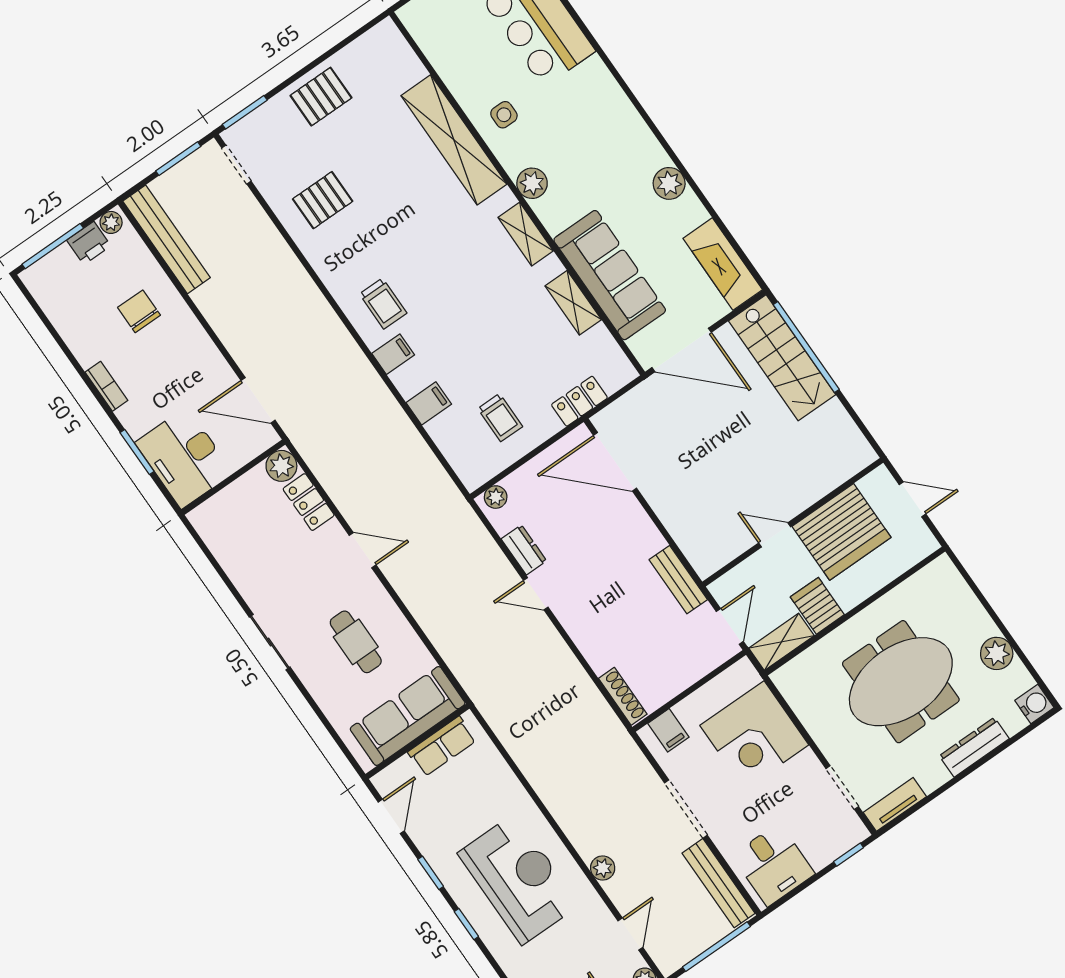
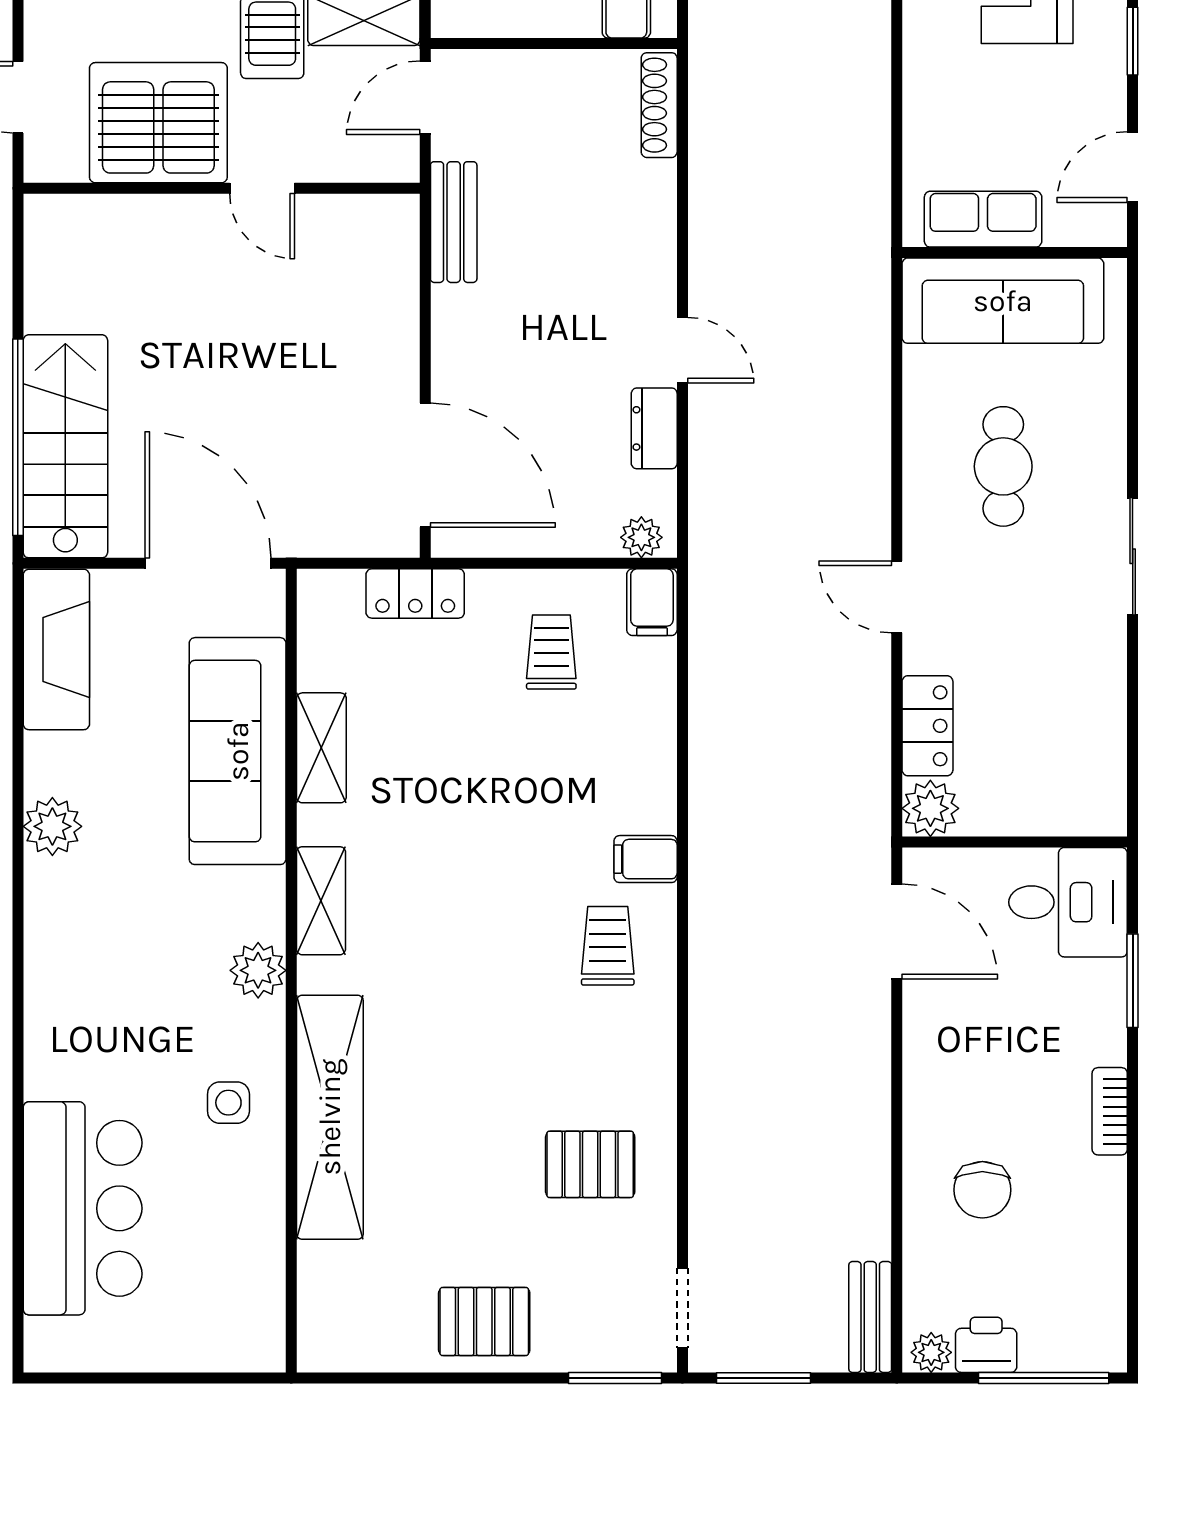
bench: (167, 239) -> (870, 1317), width x0.54, depth x0.82
filing cabinet: (429, 403) -> (652, 602), moved, turned -90
desk: (184, 458) -> (1068, 902), width x0.73

